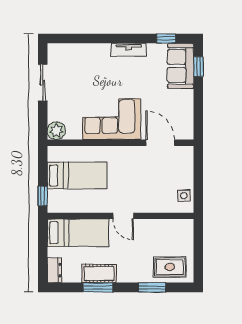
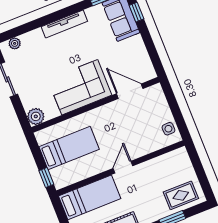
plant: (64, 49) -> (15, 43), added
tv unit: (129, 50) -> (64, 24), width x1.41
door: (123, 216) -> (123, 167), swing flipped

